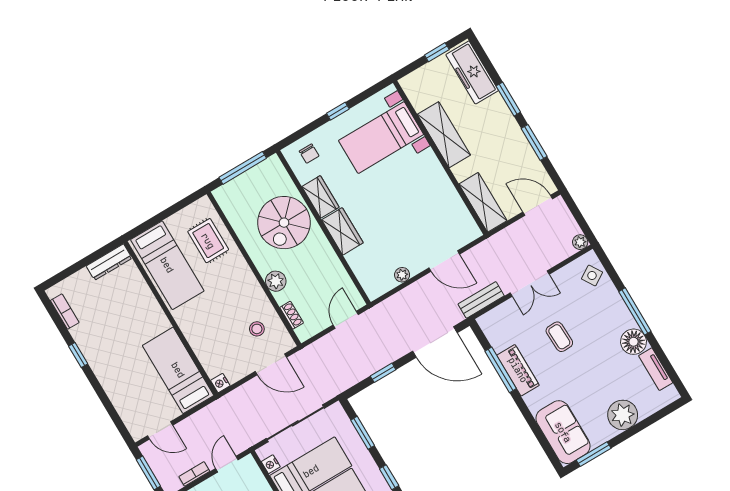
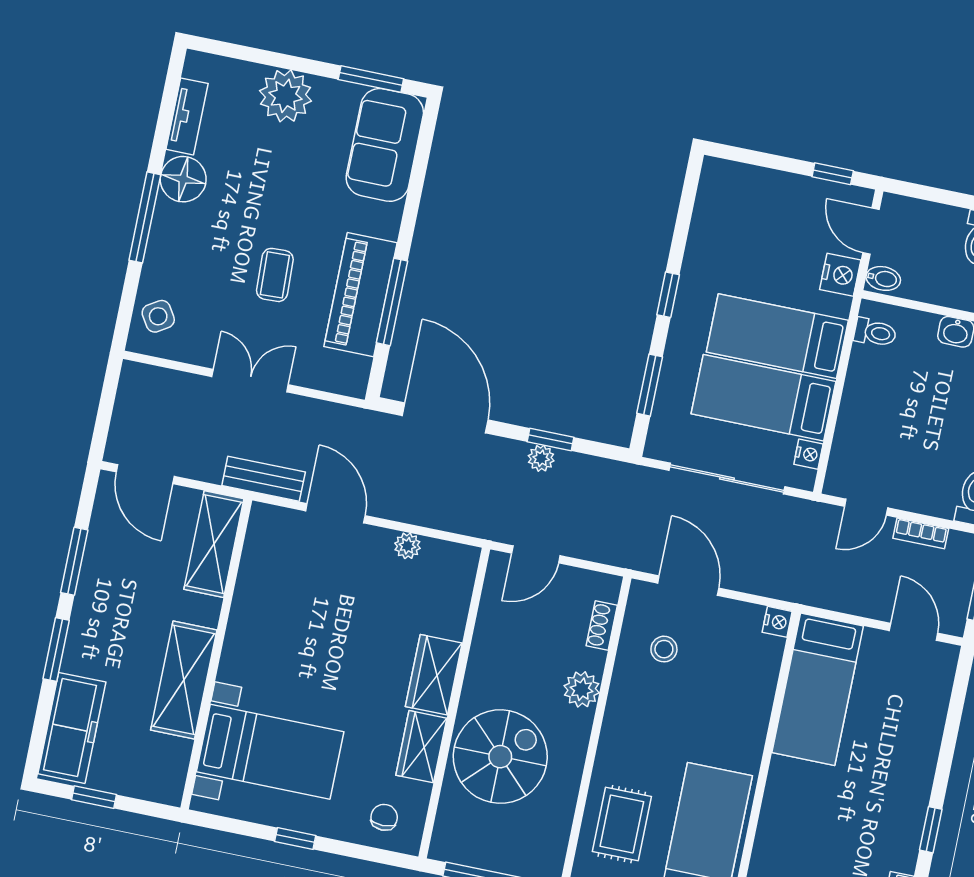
plant: (580, 242) -> (541, 458), moved
bench: (481, 300) -> (264, 479), moved
piano: (518, 370) -> (360, 295), width x1.37, depth x1.33

